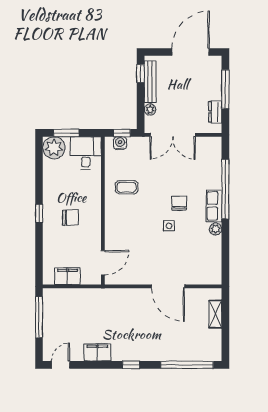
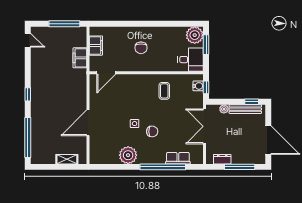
row of seats: (214, 206) -> (178, 158), moved
window: (39, 213) -> (144, 24), removed
plant: (216, 229) -> (128, 155), width x1.87, depth x1.87
door: (103, 263) -> (106, 73), hinge flipped
filing cabinet: (97, 352) -> (80, 58), moved, turned 180

